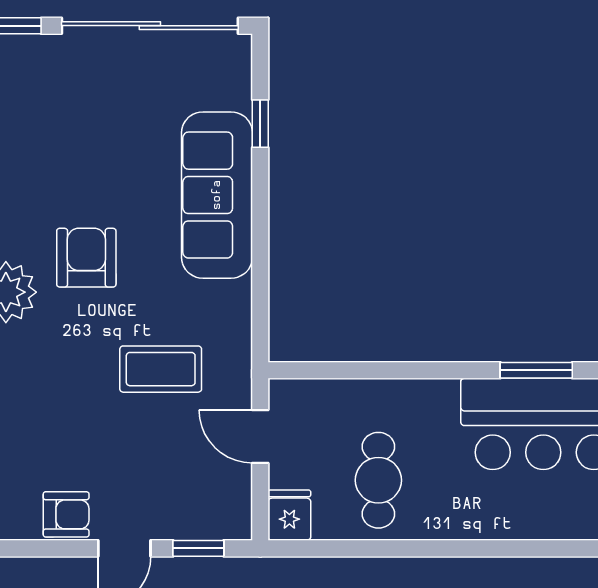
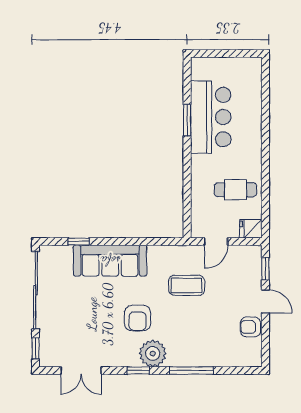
armchair: (86, 258) -> (138, 318), turned -90
coffee table: (161, 369) -> (187, 285), turned 90
armchair: (66, 514) -> (251, 327), turned -90

